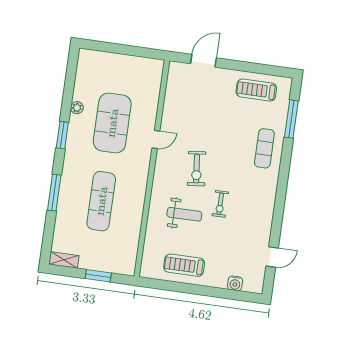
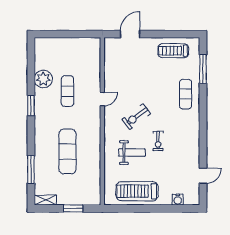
plant: (77, 108) -> (43, 79), width x1.87, depth x1.87
exercise mat: (112, 123) -> (67, 91), width x0.50, depth x0.69
exercise bike: (197, 169) -> (136, 117), turned 59
window: (54, 193) -> (31, 170), moved
treadmill: (184, 265) -> (137, 191), width x1.37, depth x1.38

